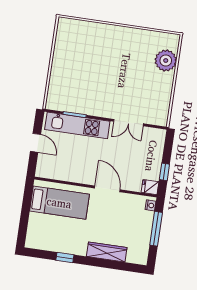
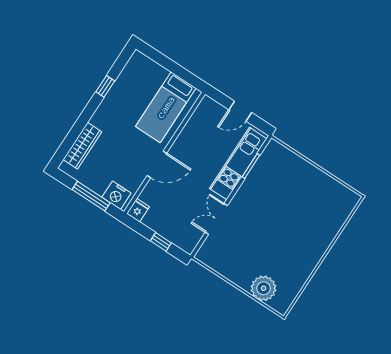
window: (164, 172) -> (161, 242), moved
nightstand: (151, 205) -> (116, 195), width x1.89, depth x1.79
wardrobe: (107, 252) -> (82, 146), moved

